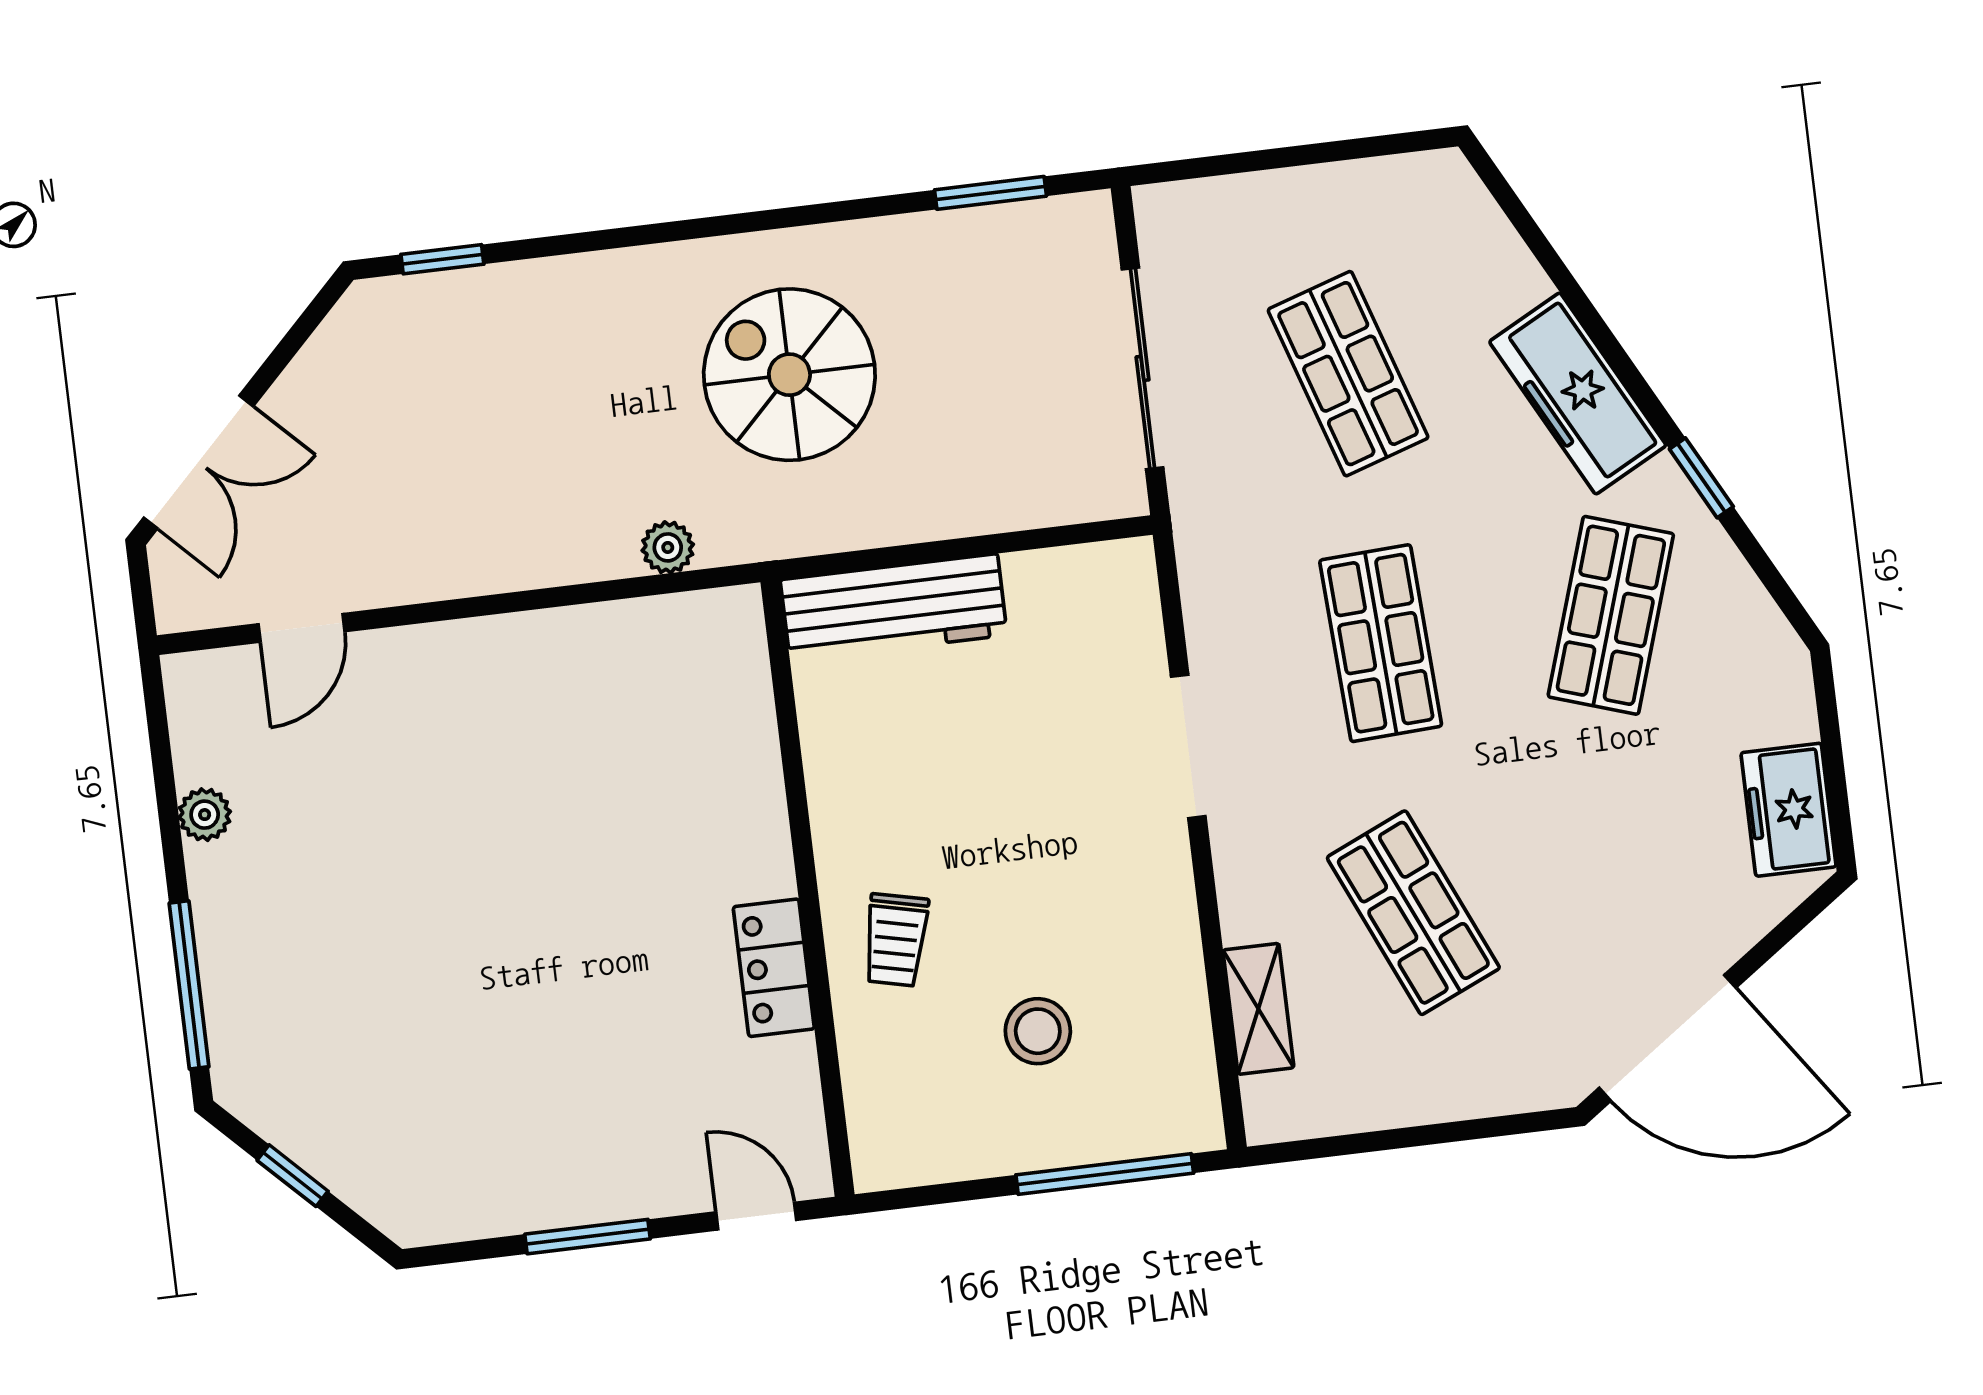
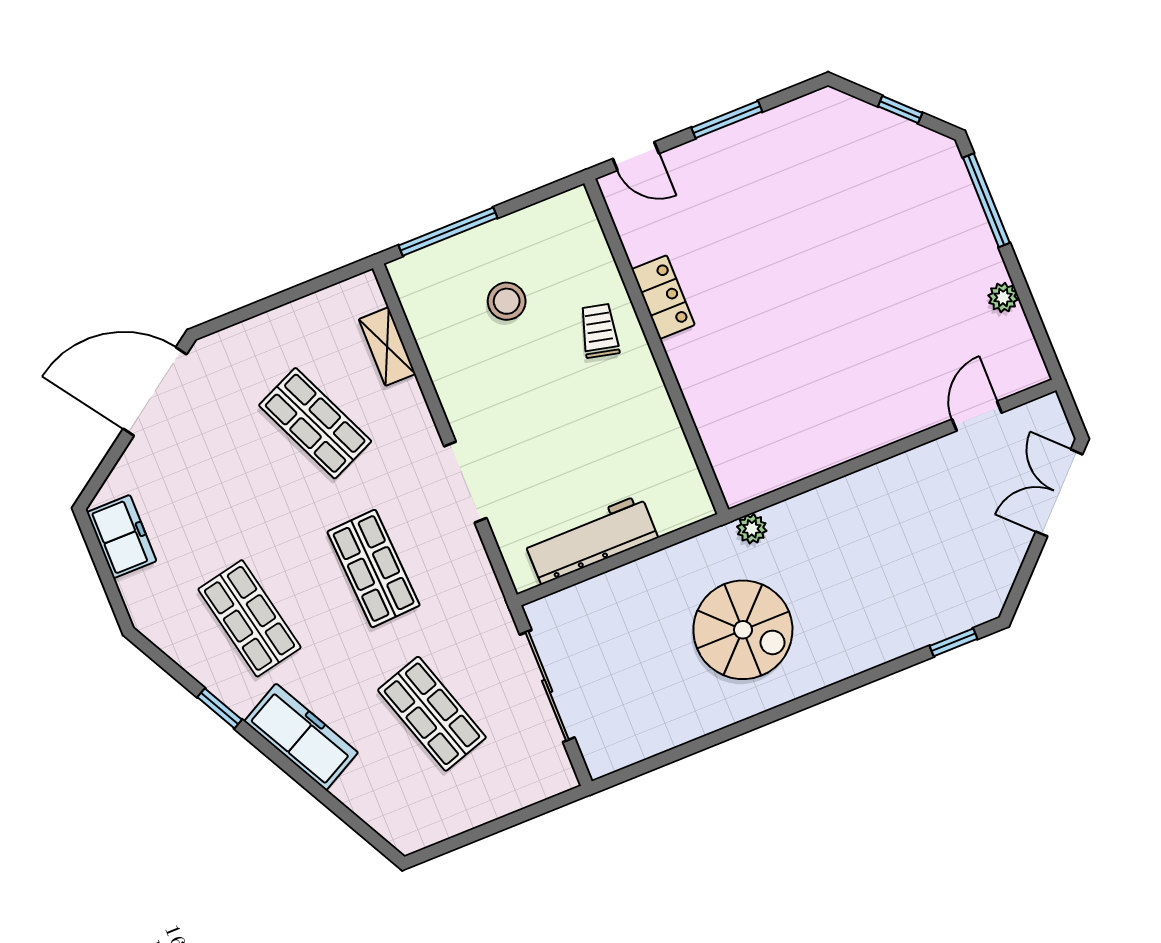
window: (990, 193) -> (658, 761), removed
plant: (668, 547) -> (752, 529), moved
workbench: (894, 608) -> (591, 539), moved
shop shelf: (1611, 615) -> (250, 618), turned -30

